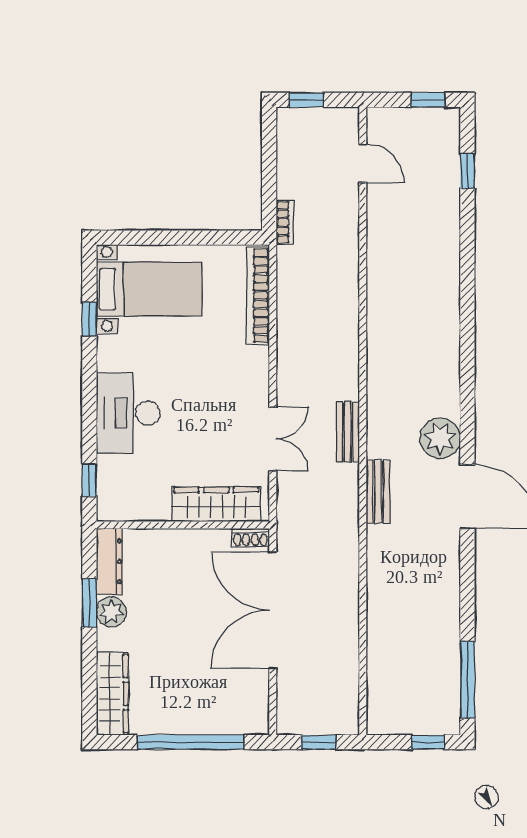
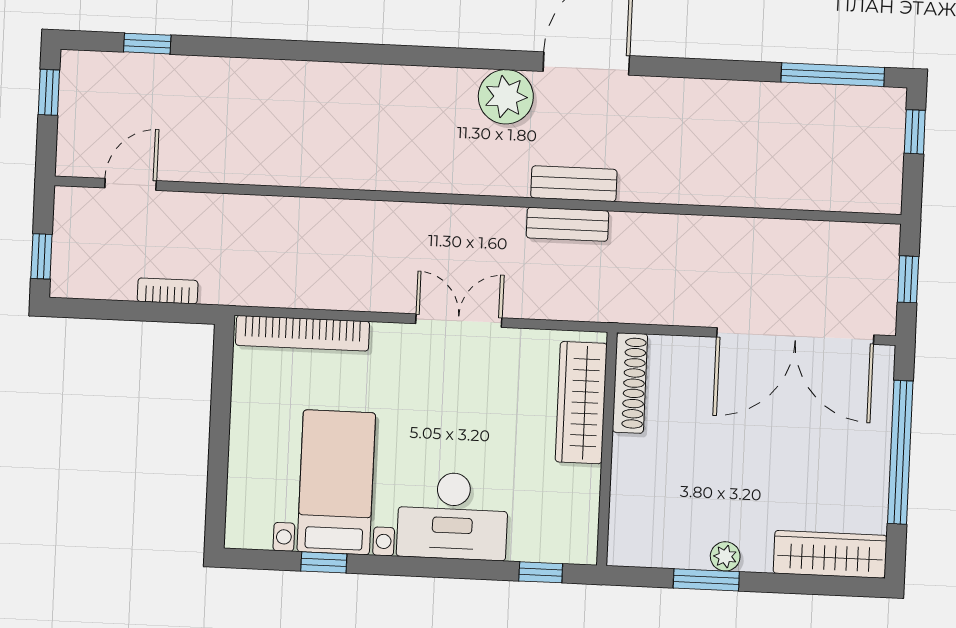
bookcase: (285, 222) -> (168, 291), moved
bed with nightstands: (149, 289) -> (336, 482), moved
bench: (348, 432) -> (567, 224), moved
double door: (273, 439) -> (459, 321), moved
shoe rack: (250, 538) -> (630, 383), width x1.94, depth x1.24
dresser: (109, 562) -> (652, 550), removed
double door: (273, 610) -> (795, 336), moved
plant: (111, 612) -> (725, 556), width x0.73, depth x0.73

